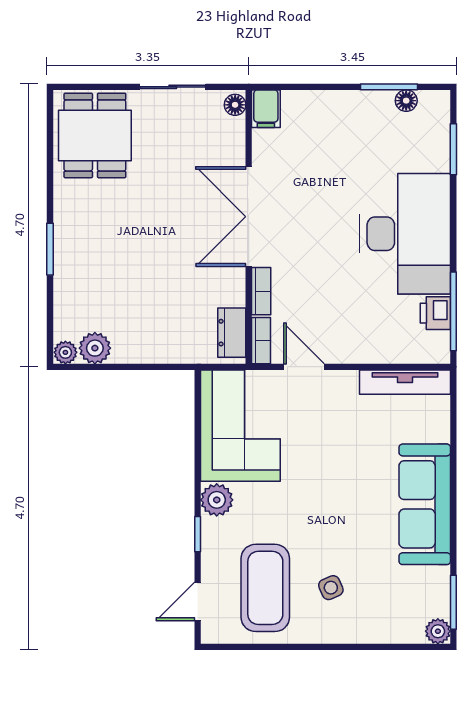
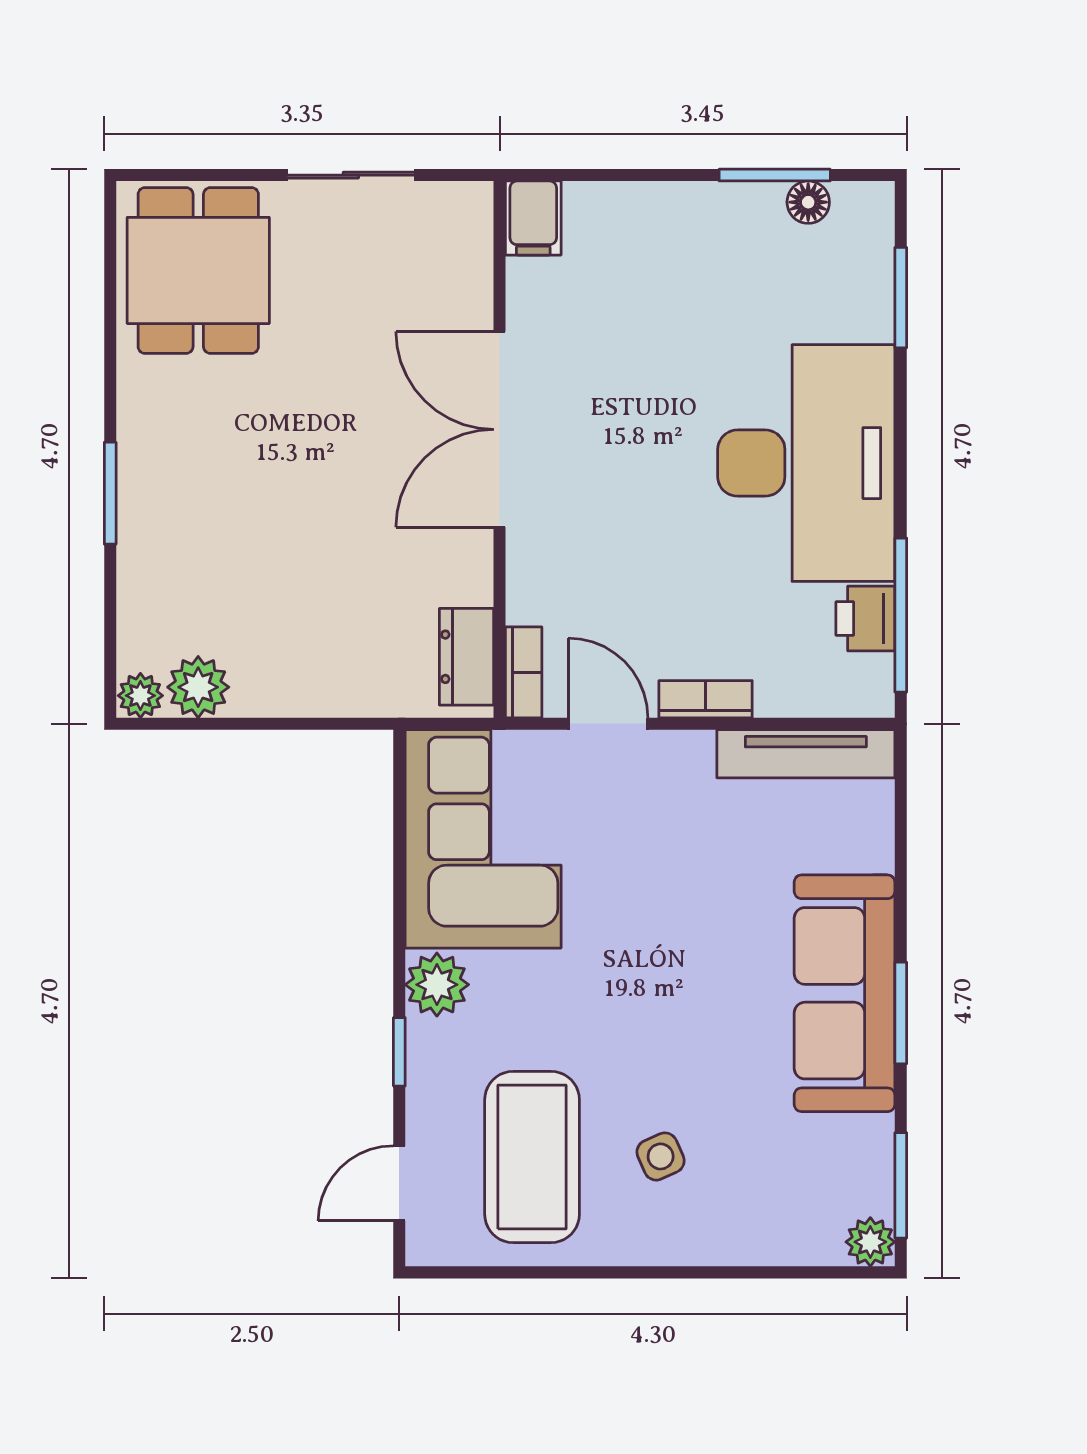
floor lamp: (235, 105) -> (473, 210), removed
bookcase: (261, 291) -> (706, 699), moved, turned -90
window: (453, 514) -> (901, 1013), added

